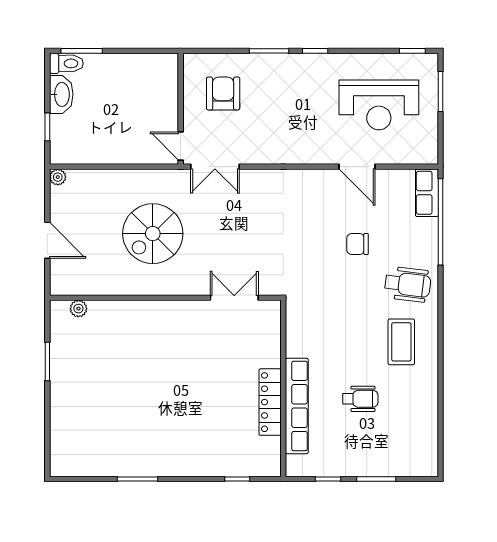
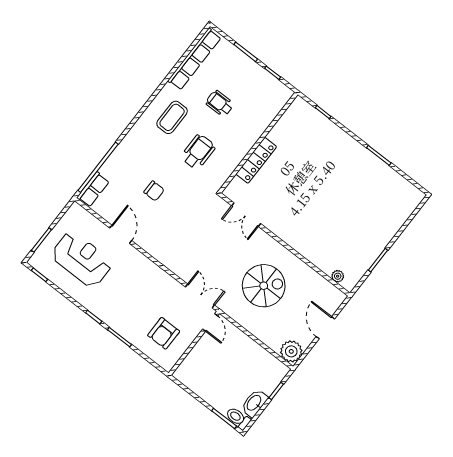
plant: (58, 177) -> (291, 351), width x1.88, depth x1.88
wheelchair: (408, 284) -> (198, 152), moved, turned 83
locker: (270, 402) -> (256, 160), moved
row of seats: (297, 406) -> (194, 59), moved, turned 180

